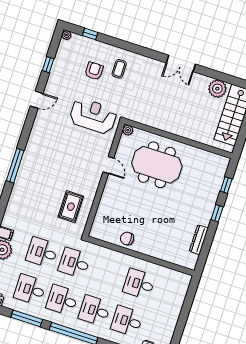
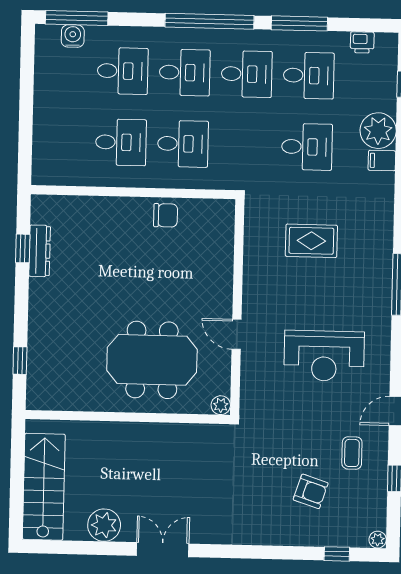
coffee table: (119, 69) -> (352, 453), moved
armchair: (94, 71) -> (311, 491), turned -72
plant: (217, 89) -> (104, 525), moved
reception desk: (93, 116) -> (324, 356), moved
rug: (71, 207) -> (311, 241), moved, turned 90
window: (217, 213) -> (23, 248), moved
desk: (74, 263) -> (183, 144), moved

